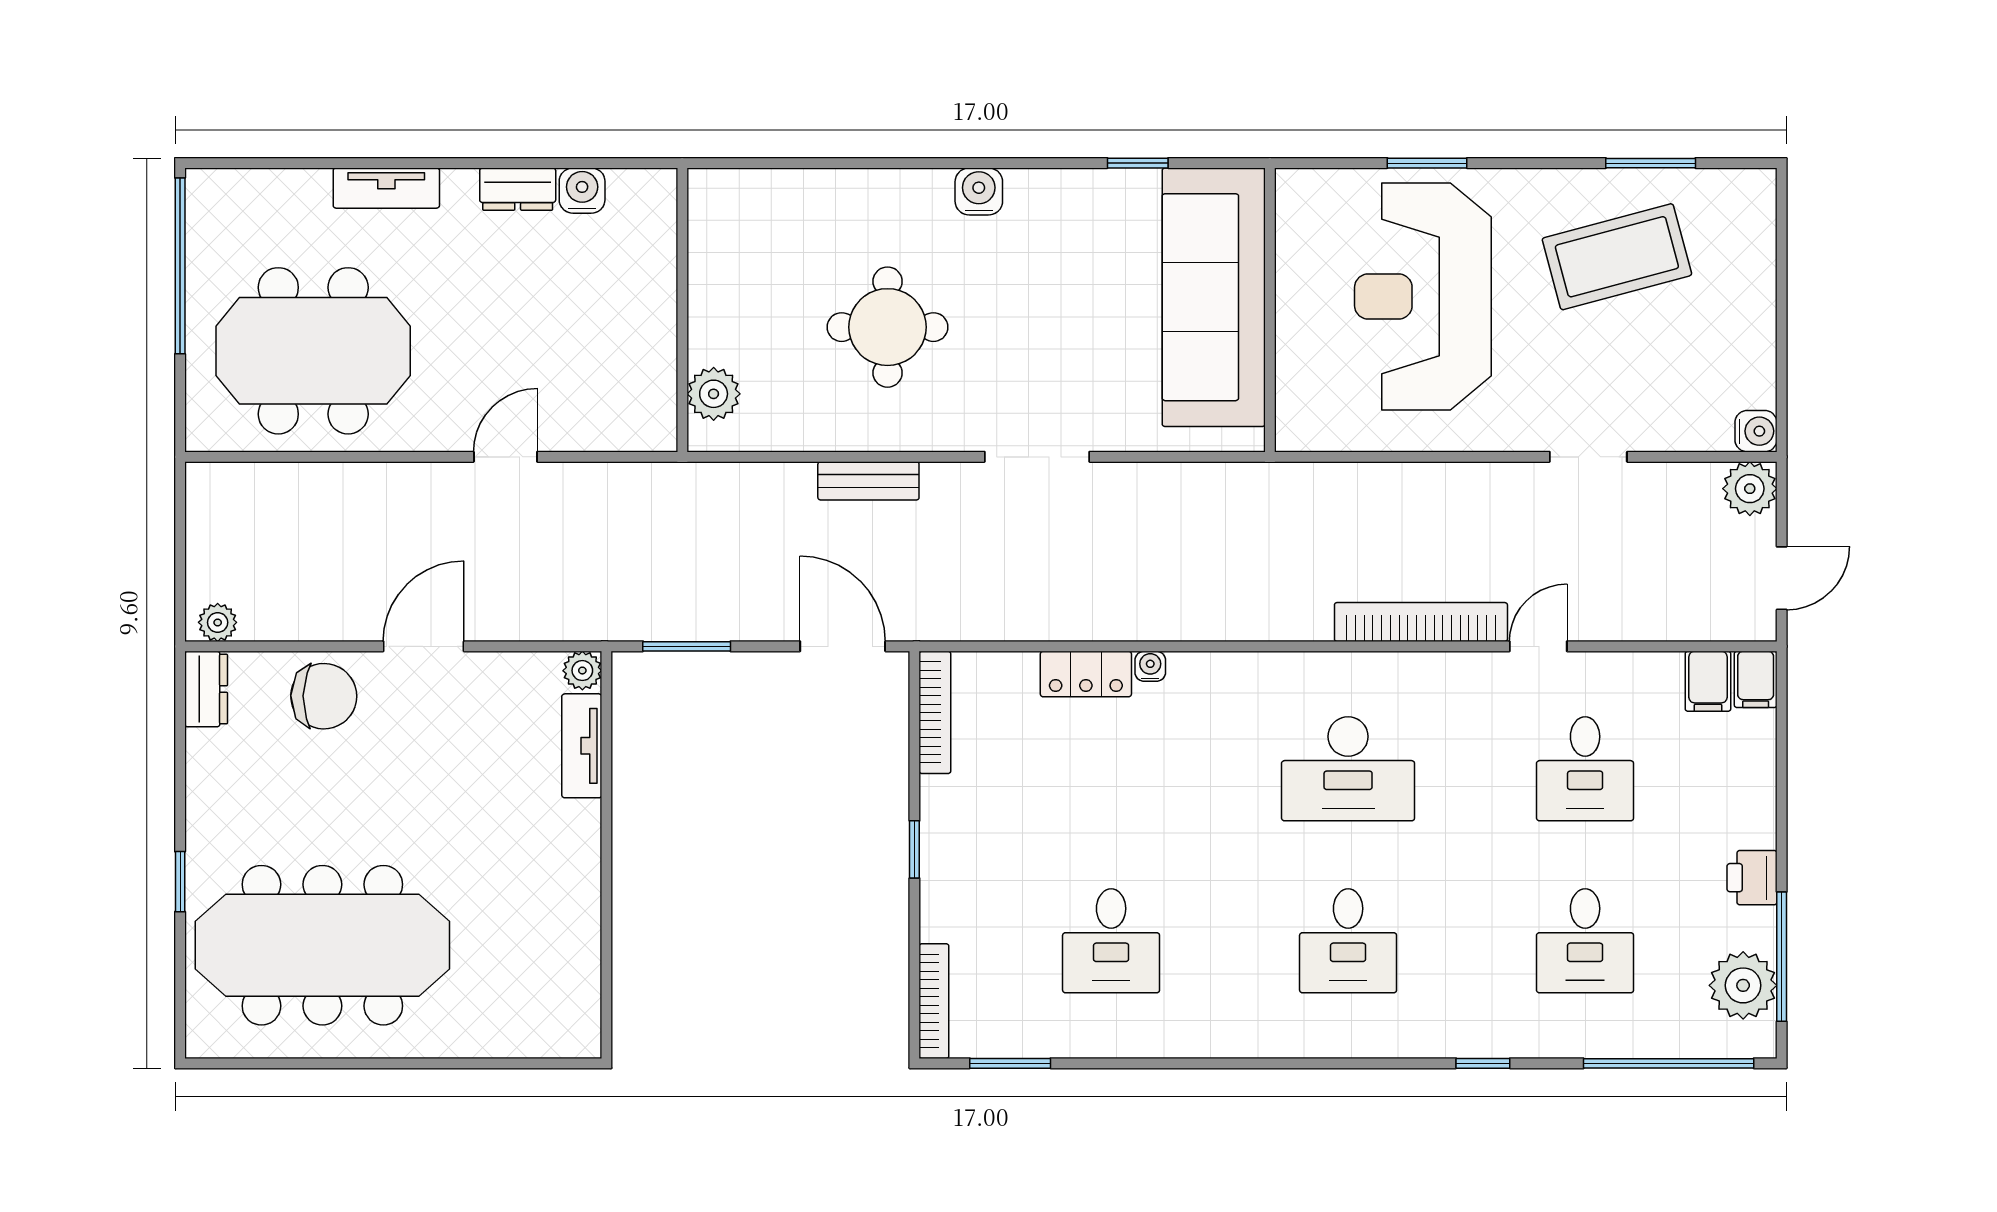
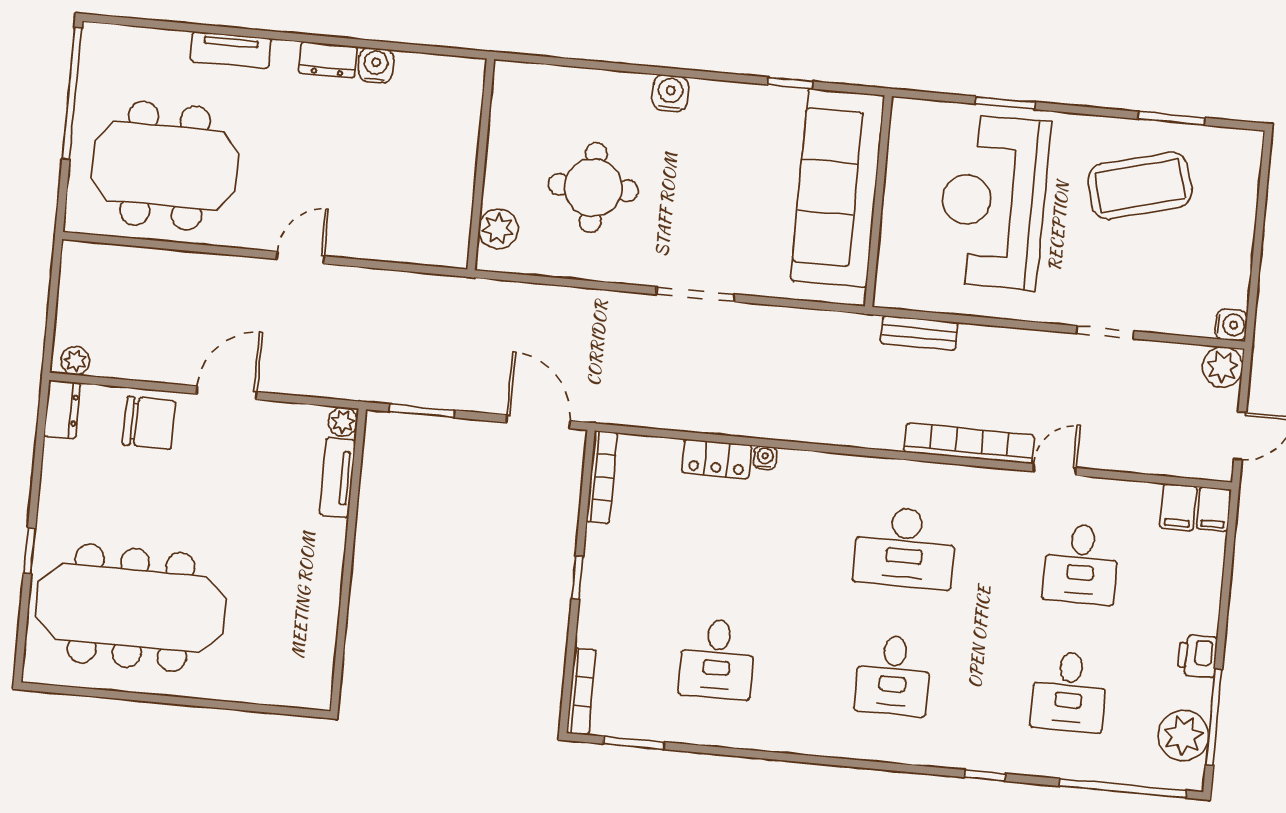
wall: (682, 310) -> (481, 164), moved
plant: (714, 394) -> (498, 229), moved
bench: (868, 481) -> (919, 333), moved

